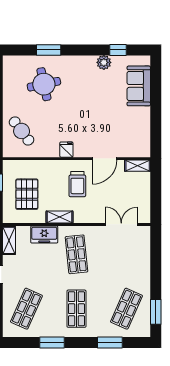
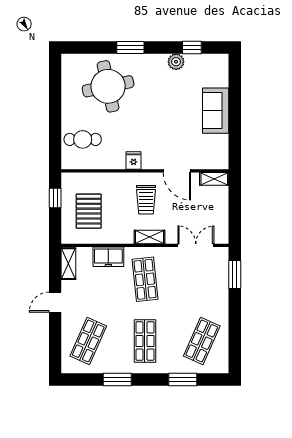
window: (49, 50) -> (130, 47), moved
round table: (44, 84) -> (108, 86), width x1.36, depth x1.36
sofa: (139, 86) -> (216, 111), moved
cafe table: (22, 131) -> (83, 139), turned -53
door: (105, 159) -> (177, 171), hinge flipped
shelving: (60, 217) -> (149, 237), moved
window: (156, 312) -> (235, 275), moved

